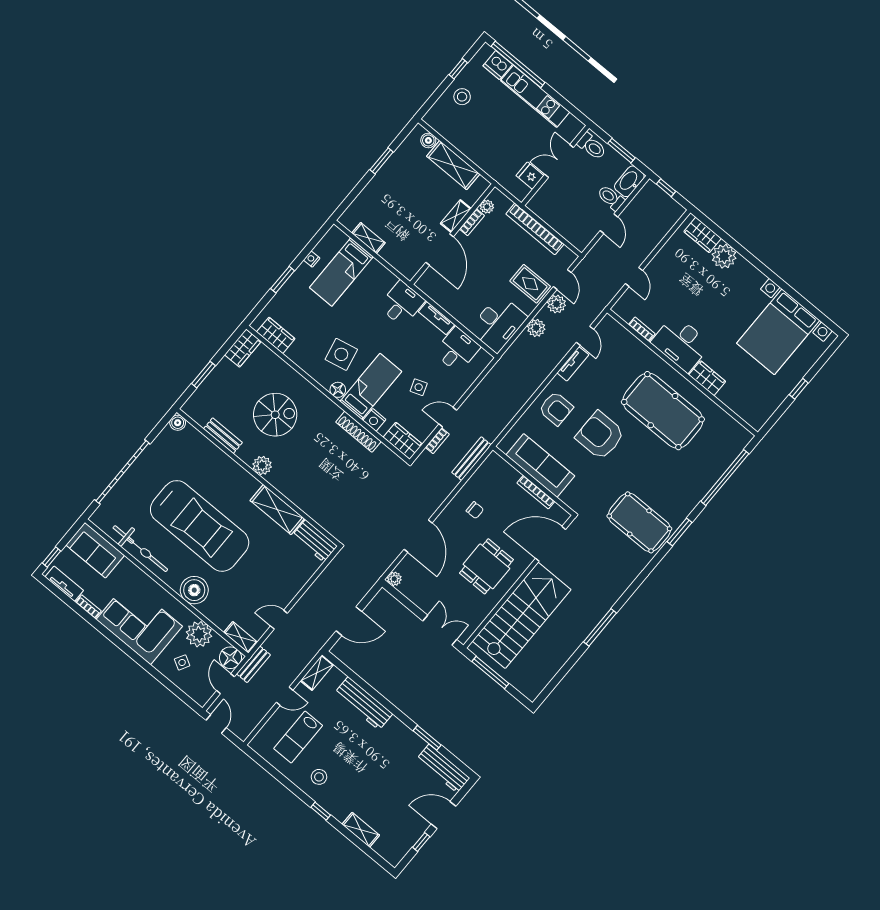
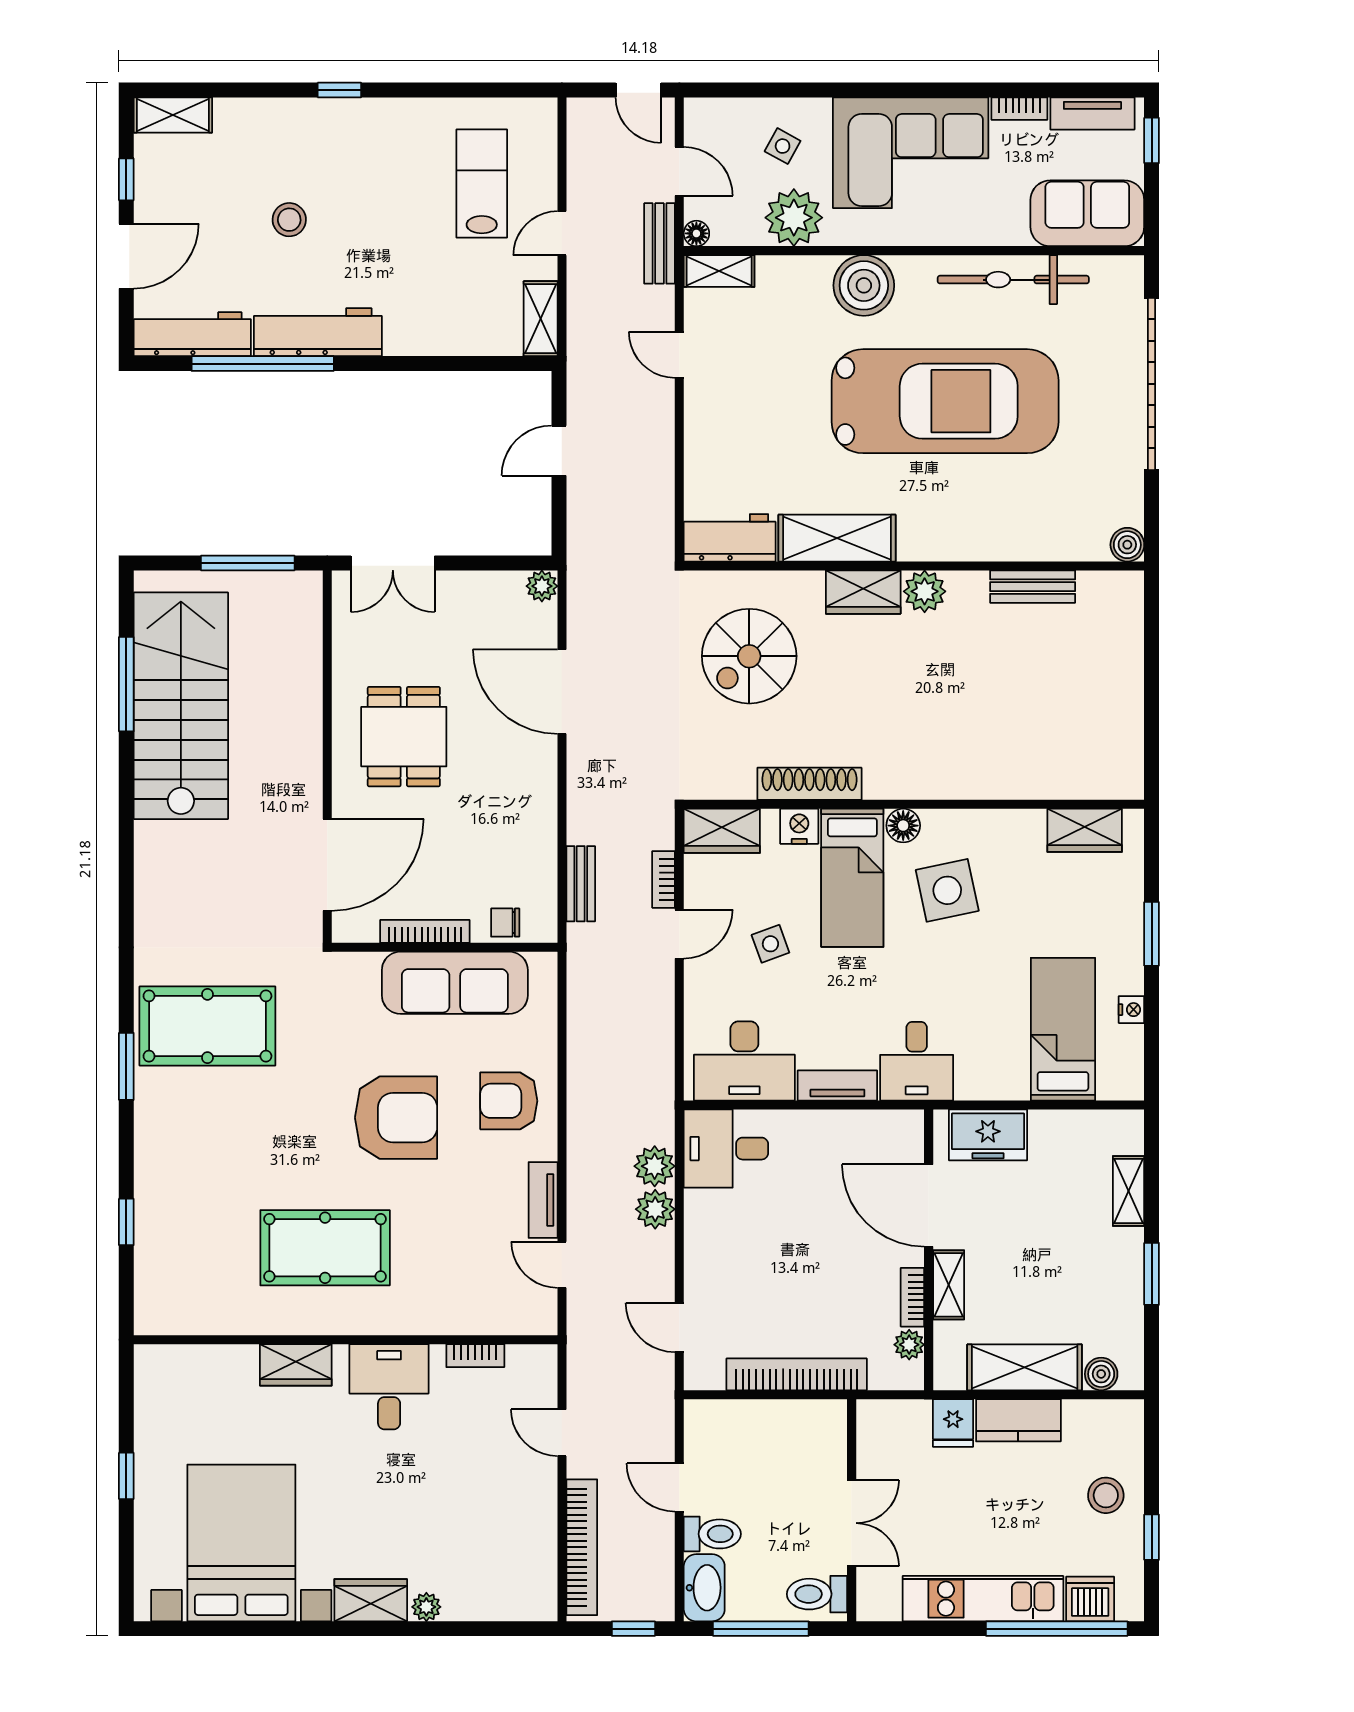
kitchen counter: (471, 148) -> (1018, 1420), added
window: (621, 151) -> (761, 1629), width x1.44
fridge: (530, 176) -> (953, 1423), moved, turned 90
bookcase: (660, 231) -> (582, 1547), added
wardrobe: (703, 235) -> (371, 1600), moved
shelving: (368, 238) -> (1128, 1191), moved, turned 90
plant: (724, 256) -> (426, 1607), width x0.53, depth x0.53
freezer: (398, 257) -> (988, 1135), added
rug: (530, 284) -> (728, 1275), removed
plant: (557, 304) -> (655, 1166), moved
desk: (498, 323) -> (726, 1149), width x0.73
desk: (681, 343) -> (389, 1387), width x0.73
wardrobe: (243, 348) -> (863, 592), moved, turned -90
desk: (457, 350) -> (744, 1061), width x1.37
window: (203, 375) -> (1152, 662), removed
pool table: (663, 411) -> (325, 1248), width x0.73, depth x0.76
spiral stairs: (275, 415) -> (749, 656), moved
bench: (471, 459) -> (581, 884), width x0.73
window: (725, 478) -> (126, 1222), width x0.32
chair: (475, 510) -> (505, 923), moved
car: (200, 526) -> (945, 401), turned 180
stairs: (522, 615) -> (181, 706), moved, turned 180
door: (279, 620) -> (679, 355), swing flipped
door: (349, 621) -> (559, 451), width x0.73
window: (600, 627) -> (126, 684), moved
floor lamp: (230, 658) -> (696, 233), width x0.53, depth x0.53
workbench: (364, 703) -> (318, 332), moved
window: (427, 738) -> (263, 364), width x2.11
stool: (319, 777) -> (289, 220), moved
shelving: (361, 830) -> (173, 115), moved

